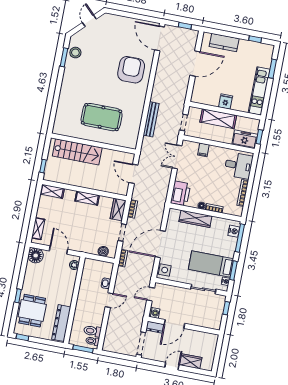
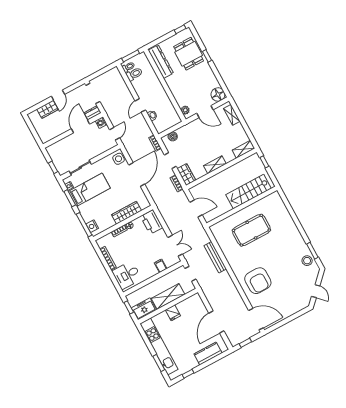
kitchen unit: (259, 91) -> (159, 346), width x1.36
freezer: (245, 139) -> (144, 309), moved, turned 180

